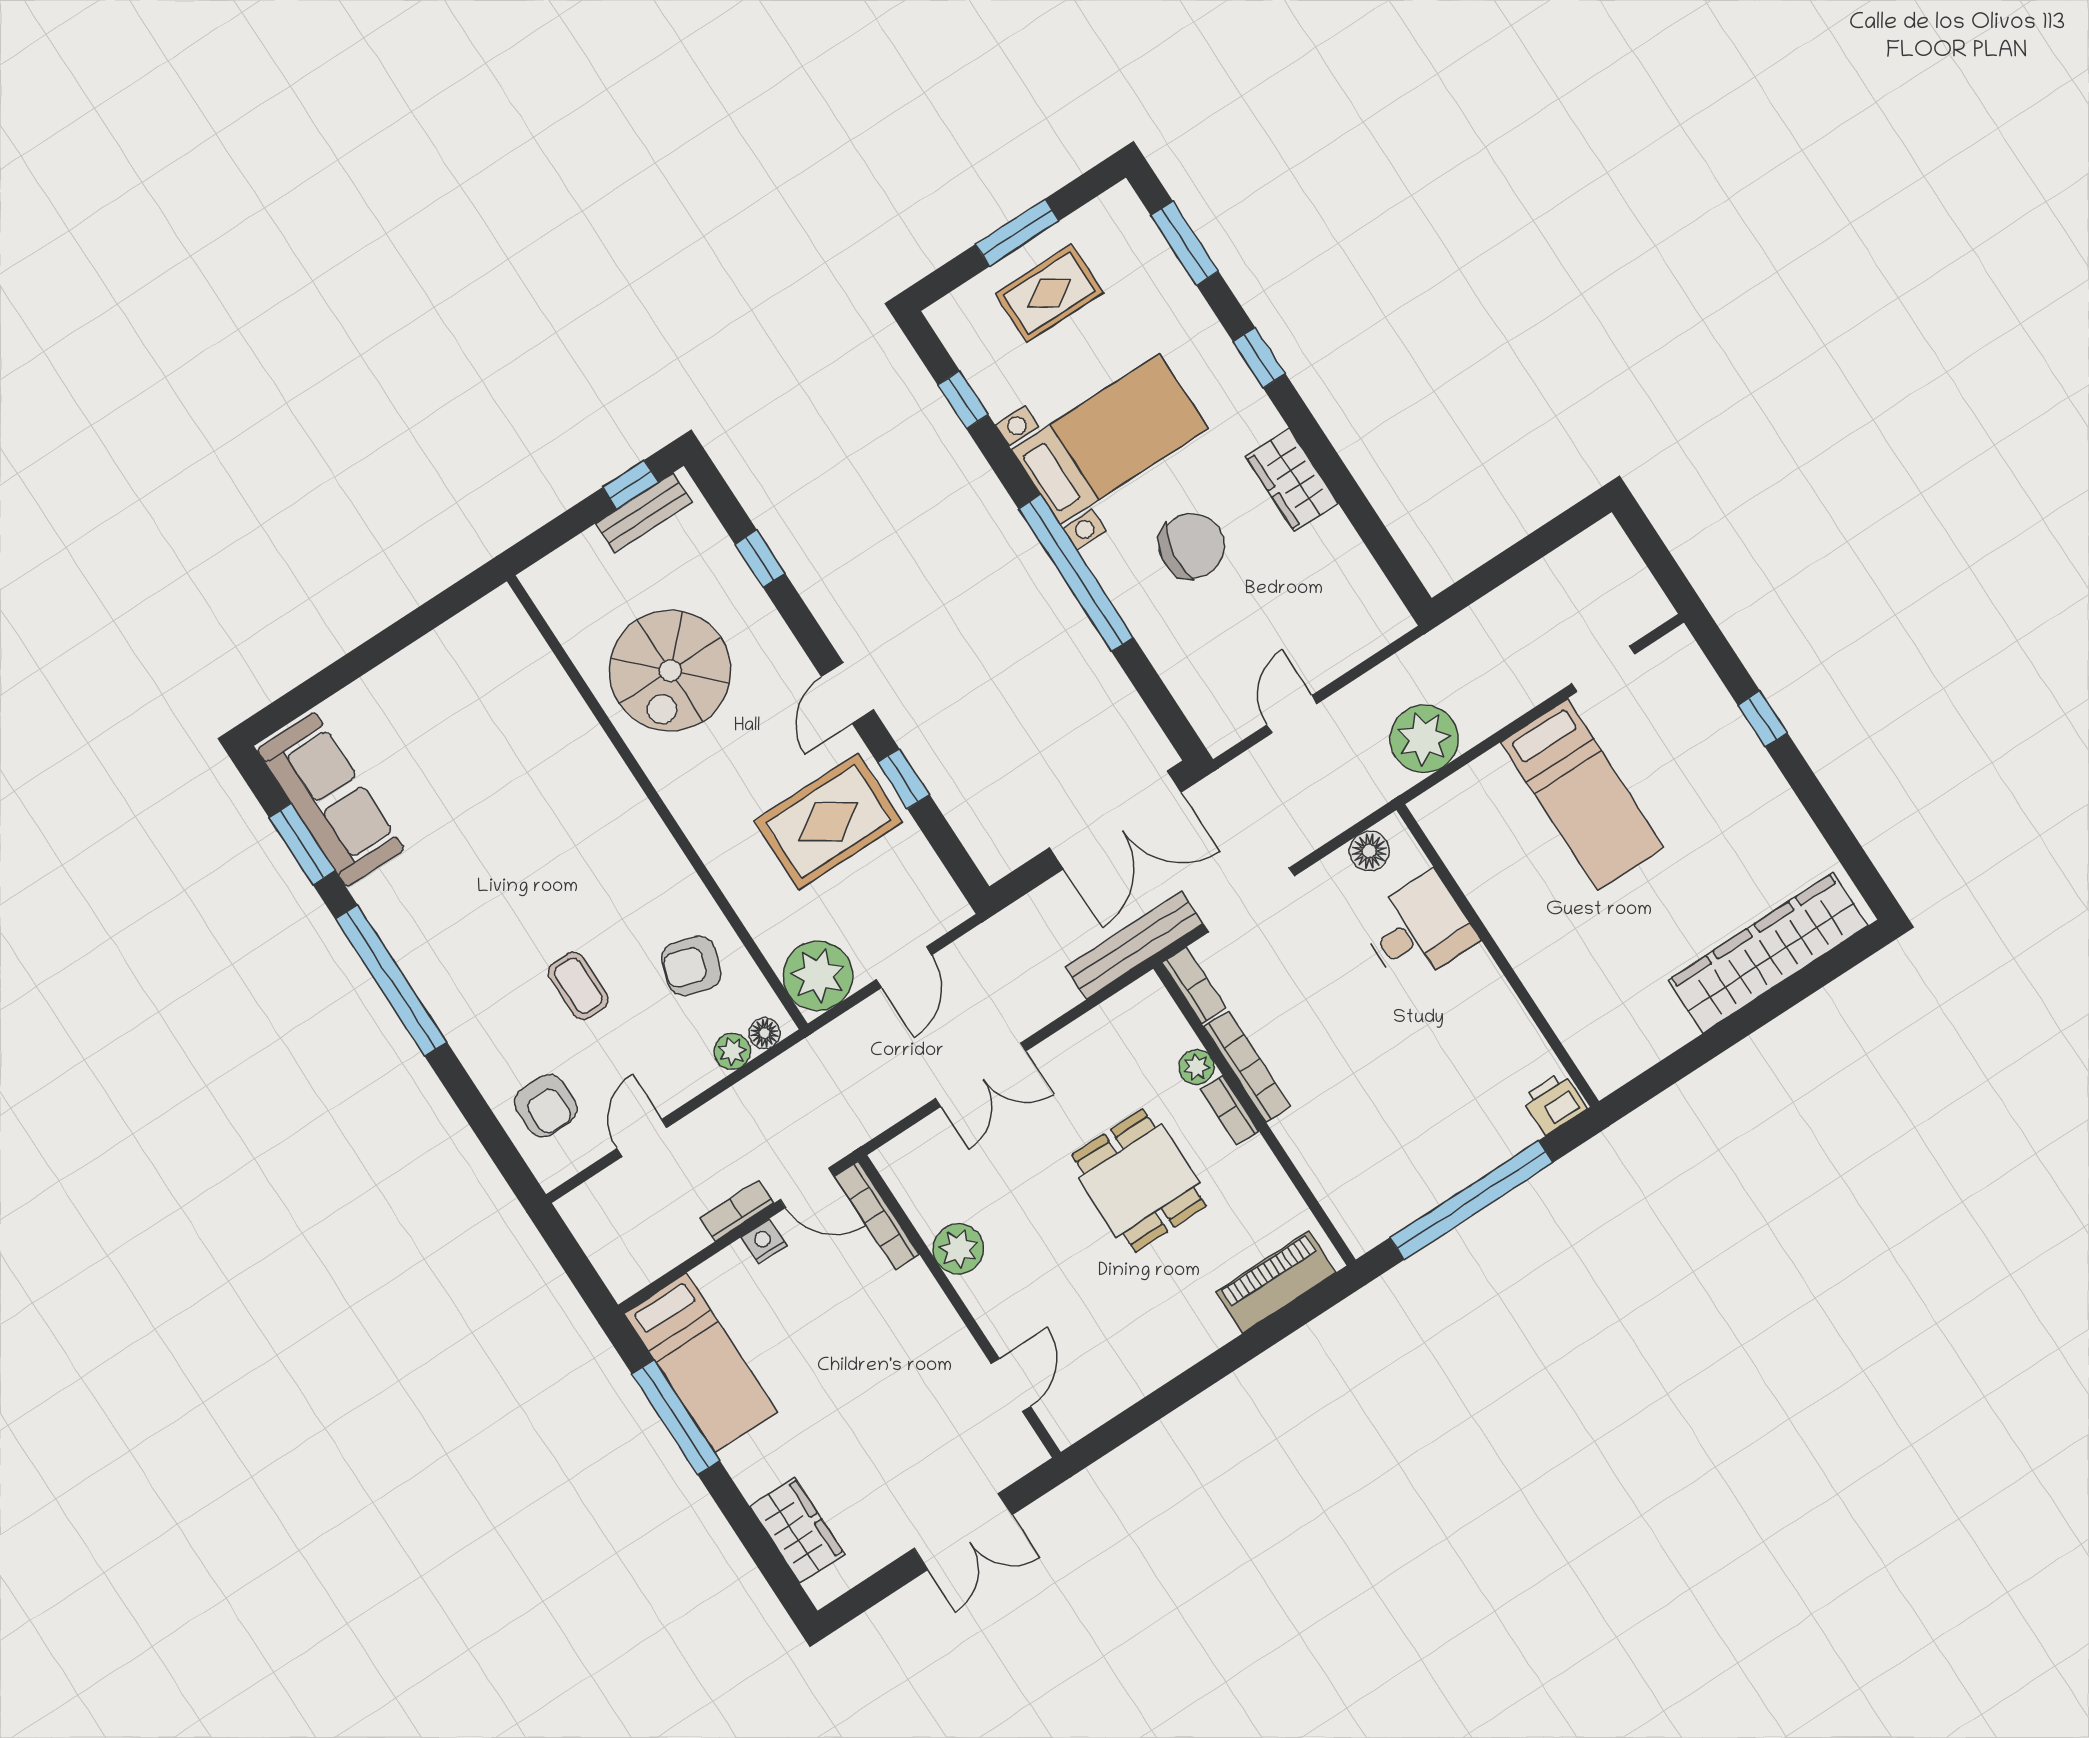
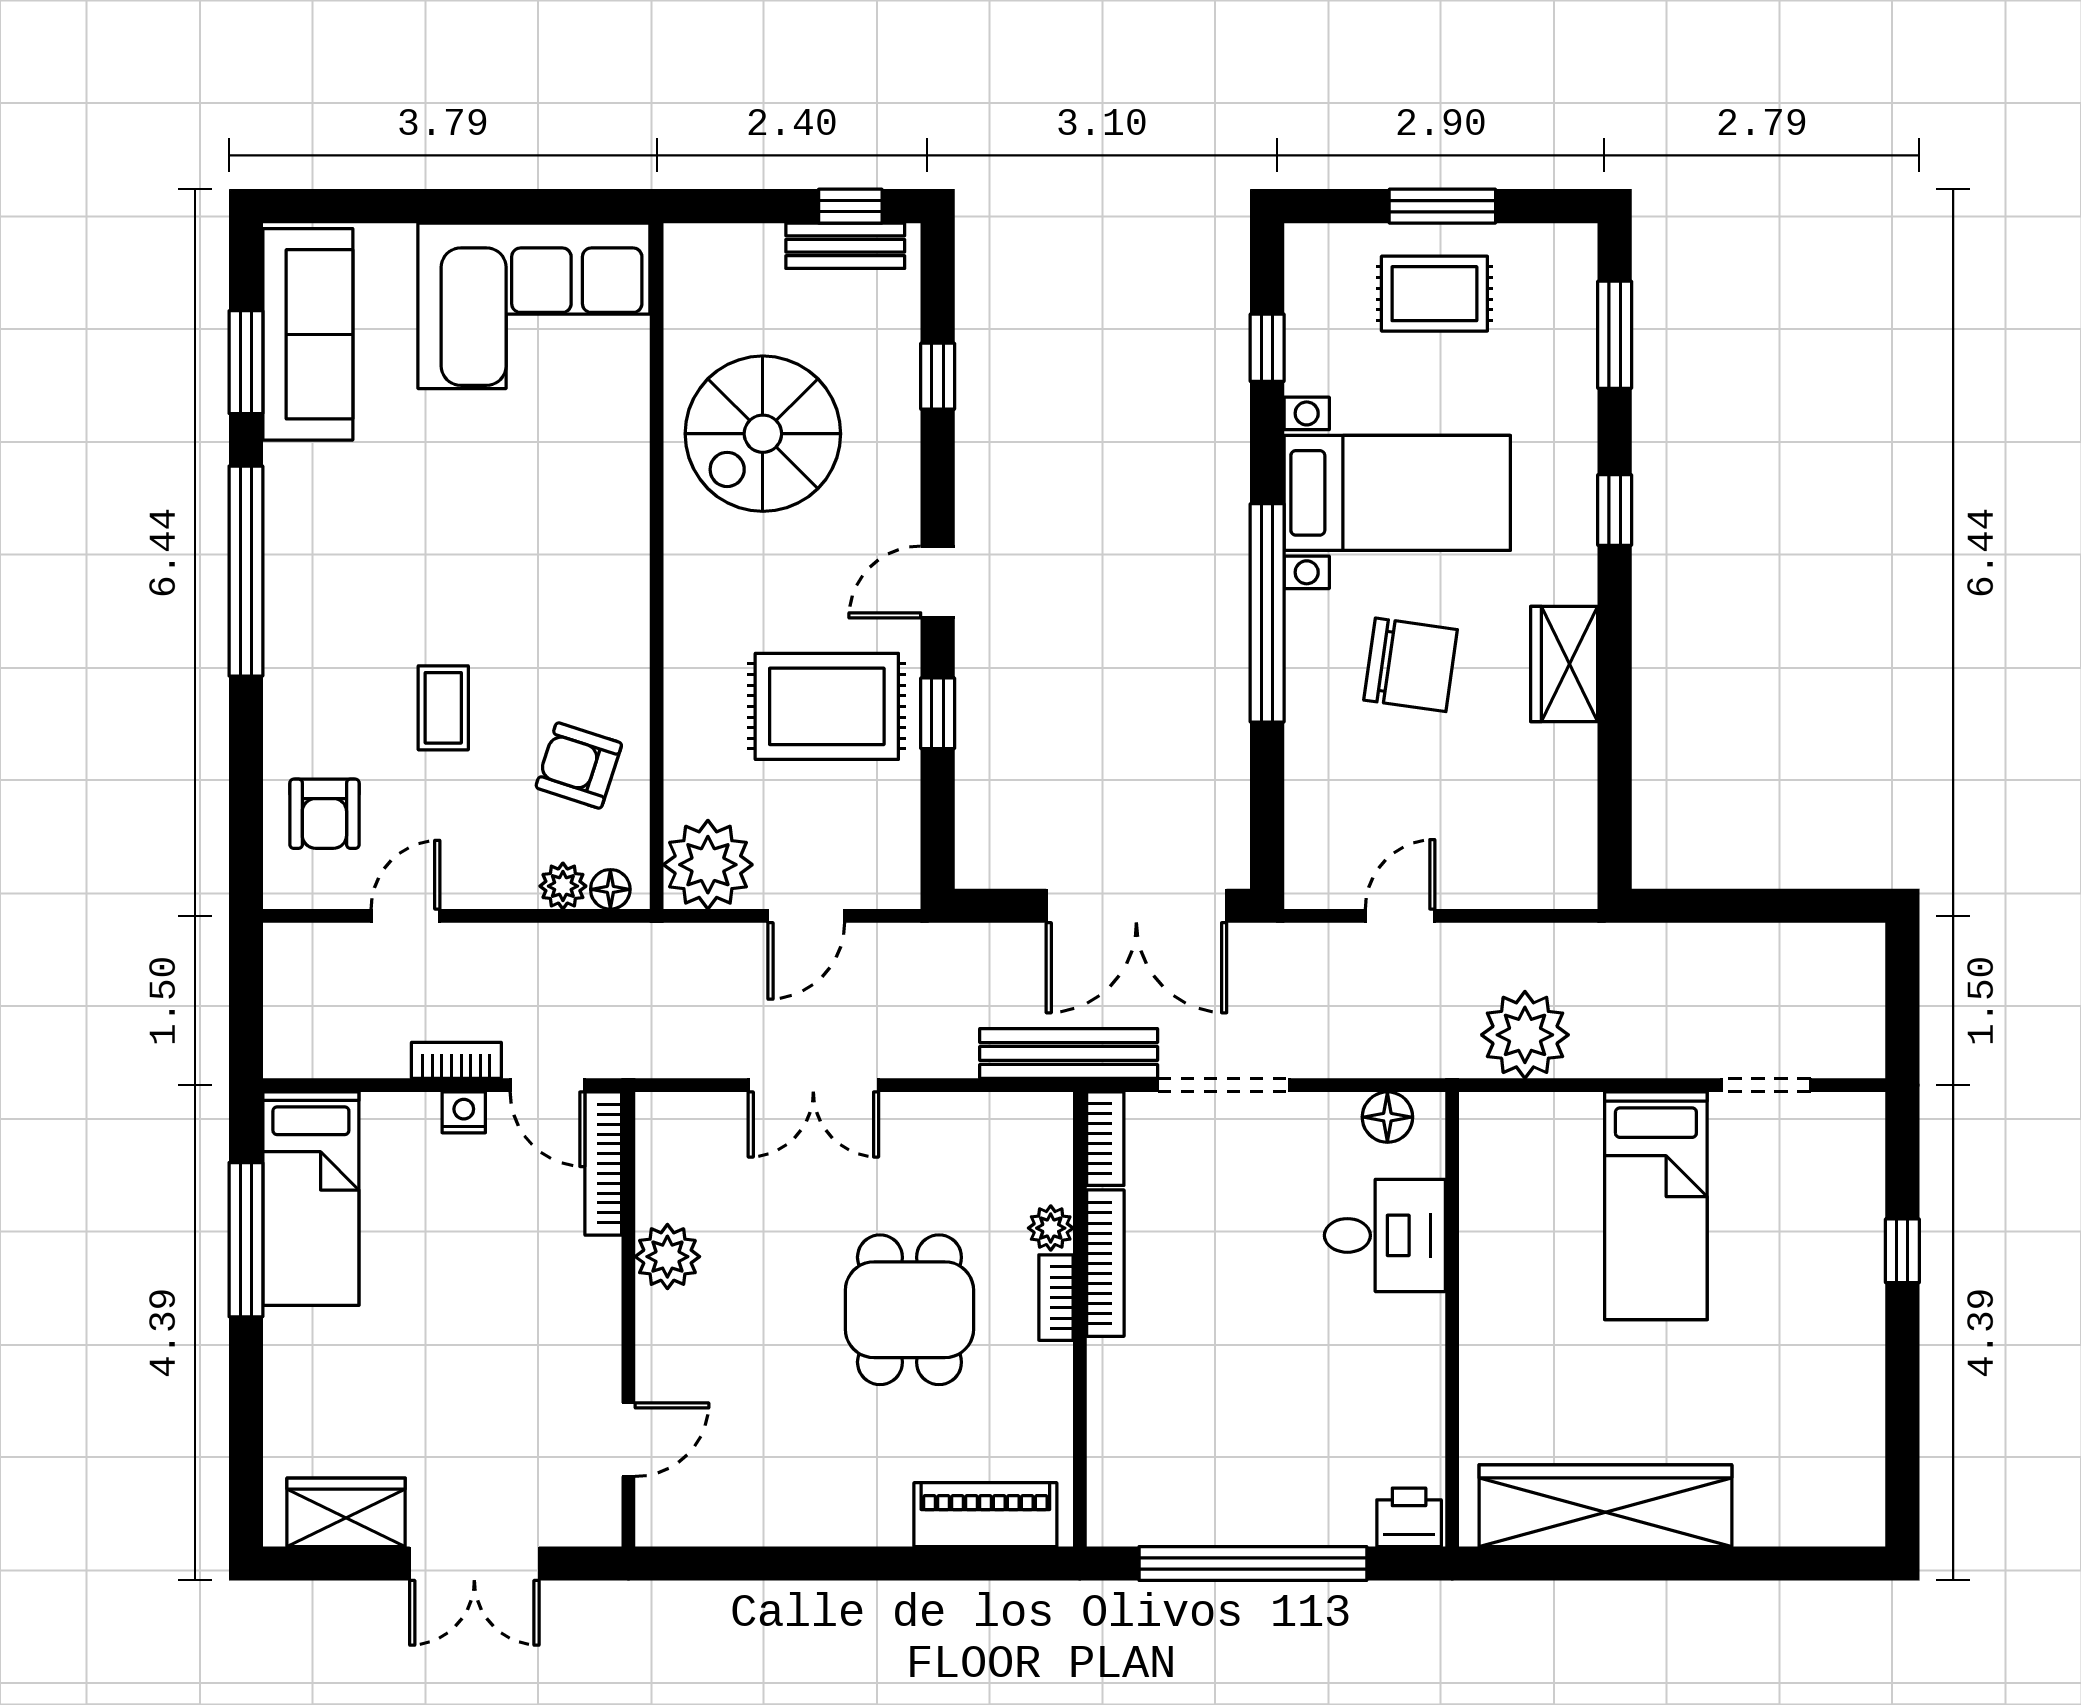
corner sofa: (466, 685) -> (534, 306), added
wardrobe: (1768, 953) -> (1605, 1506), moved
wardrobe: (797, 1530) -> (346, 1512), moved, turned -90

